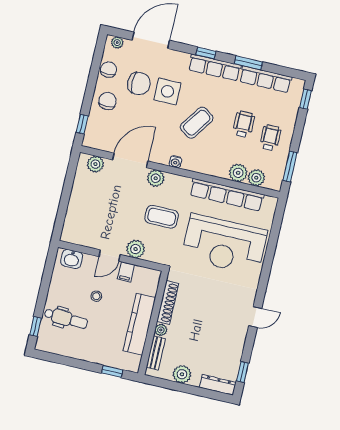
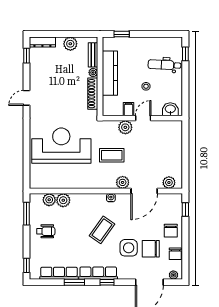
wheelchair: (244, 124) -> (67, 237), removed
wheelchair: (270, 138) -> (46, 231), turned -90
row of seats: (227, 195) -> (68, 182), removed

